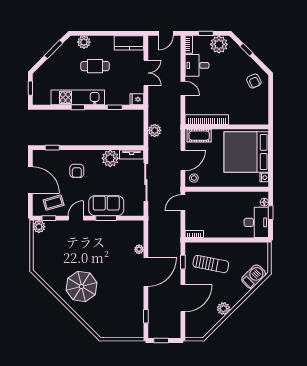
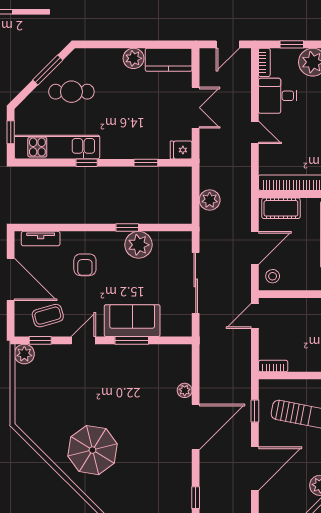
plant: (84, 42) -> (133, 58), moved
cafe table: (95, 66) -> (71, 92), moved
kitchen unit: (78, 97) -> (57, 147), moved
window: (52, 148) -> (127, 228), moved
tv unit: (132, 155) -> (41, 239), moved

